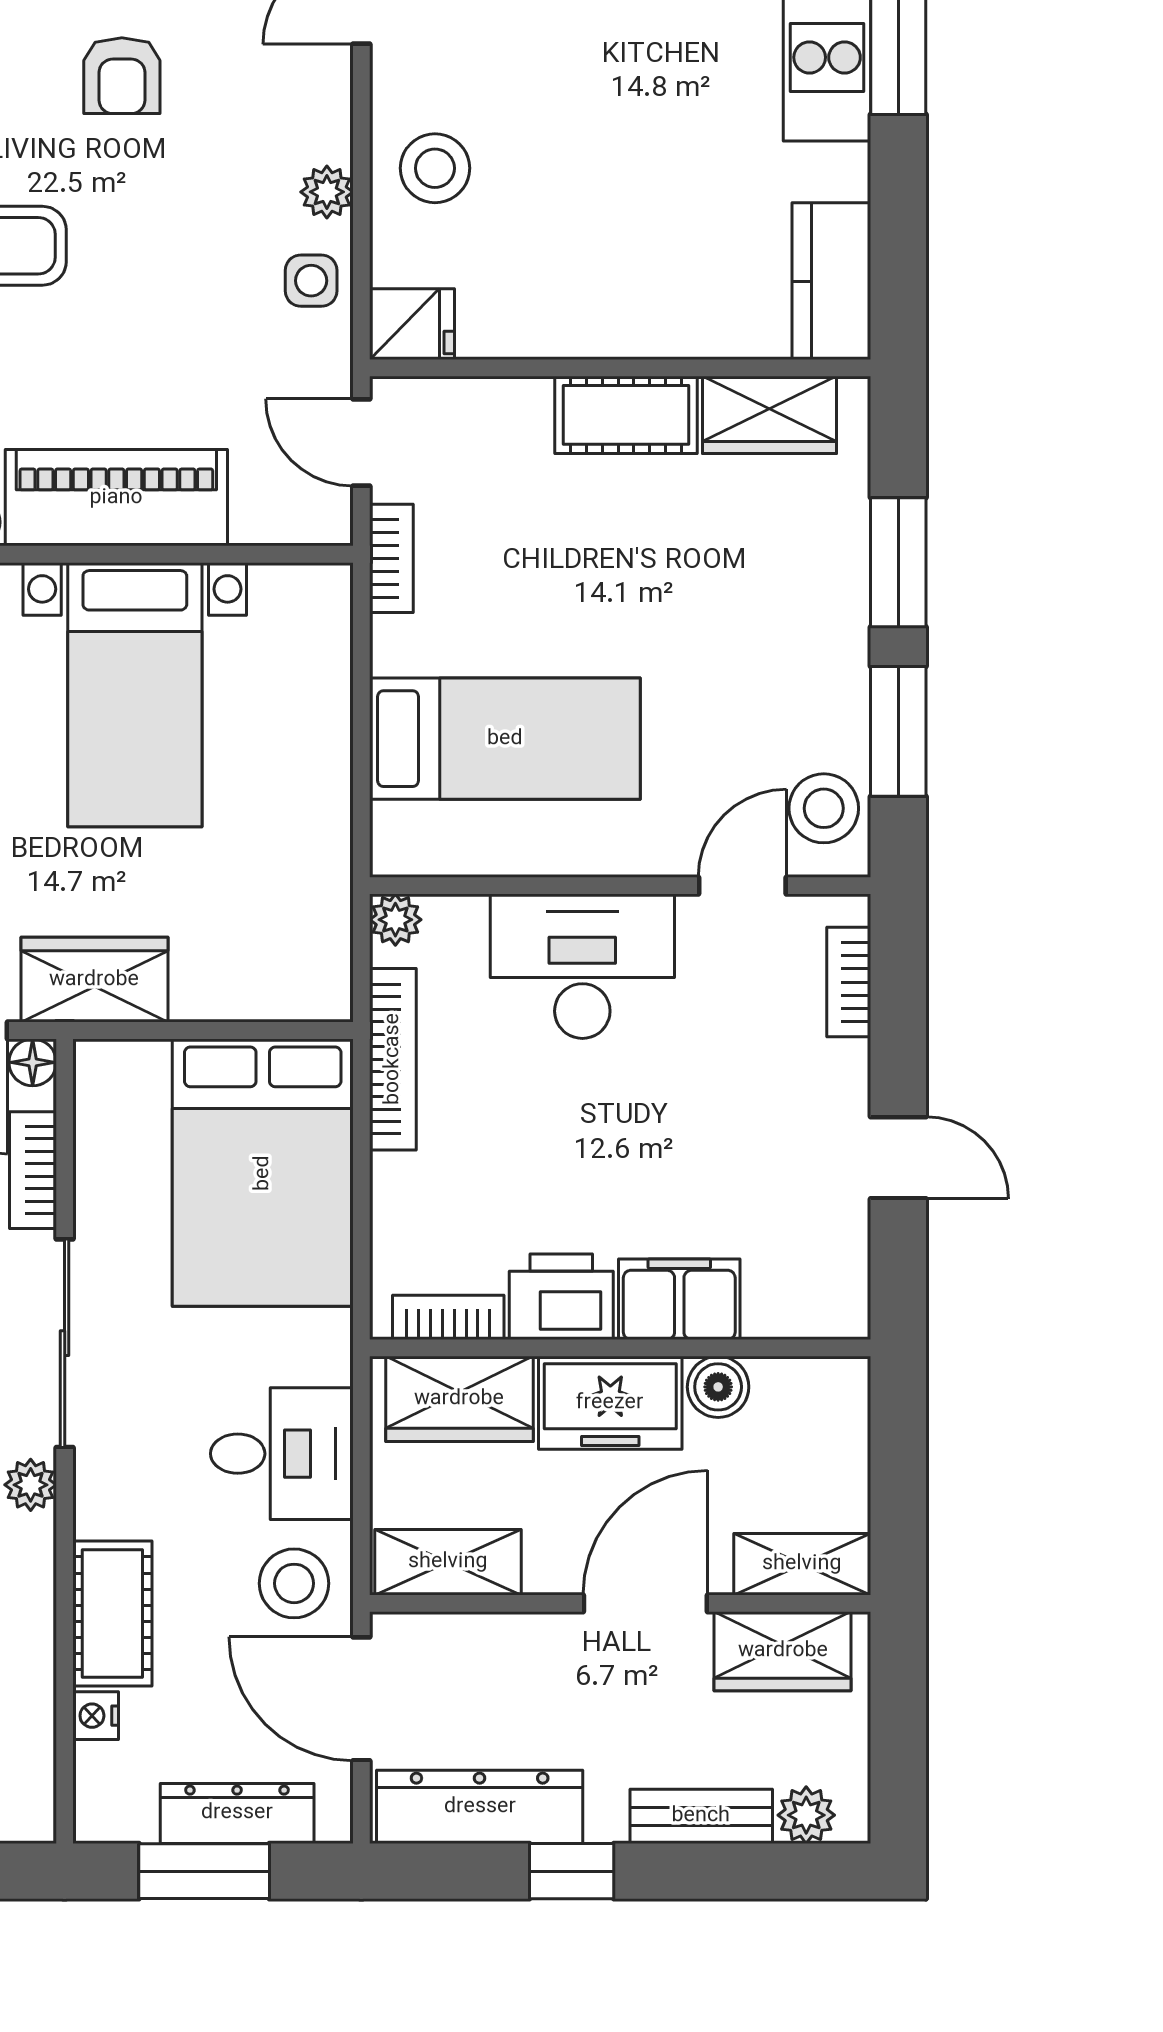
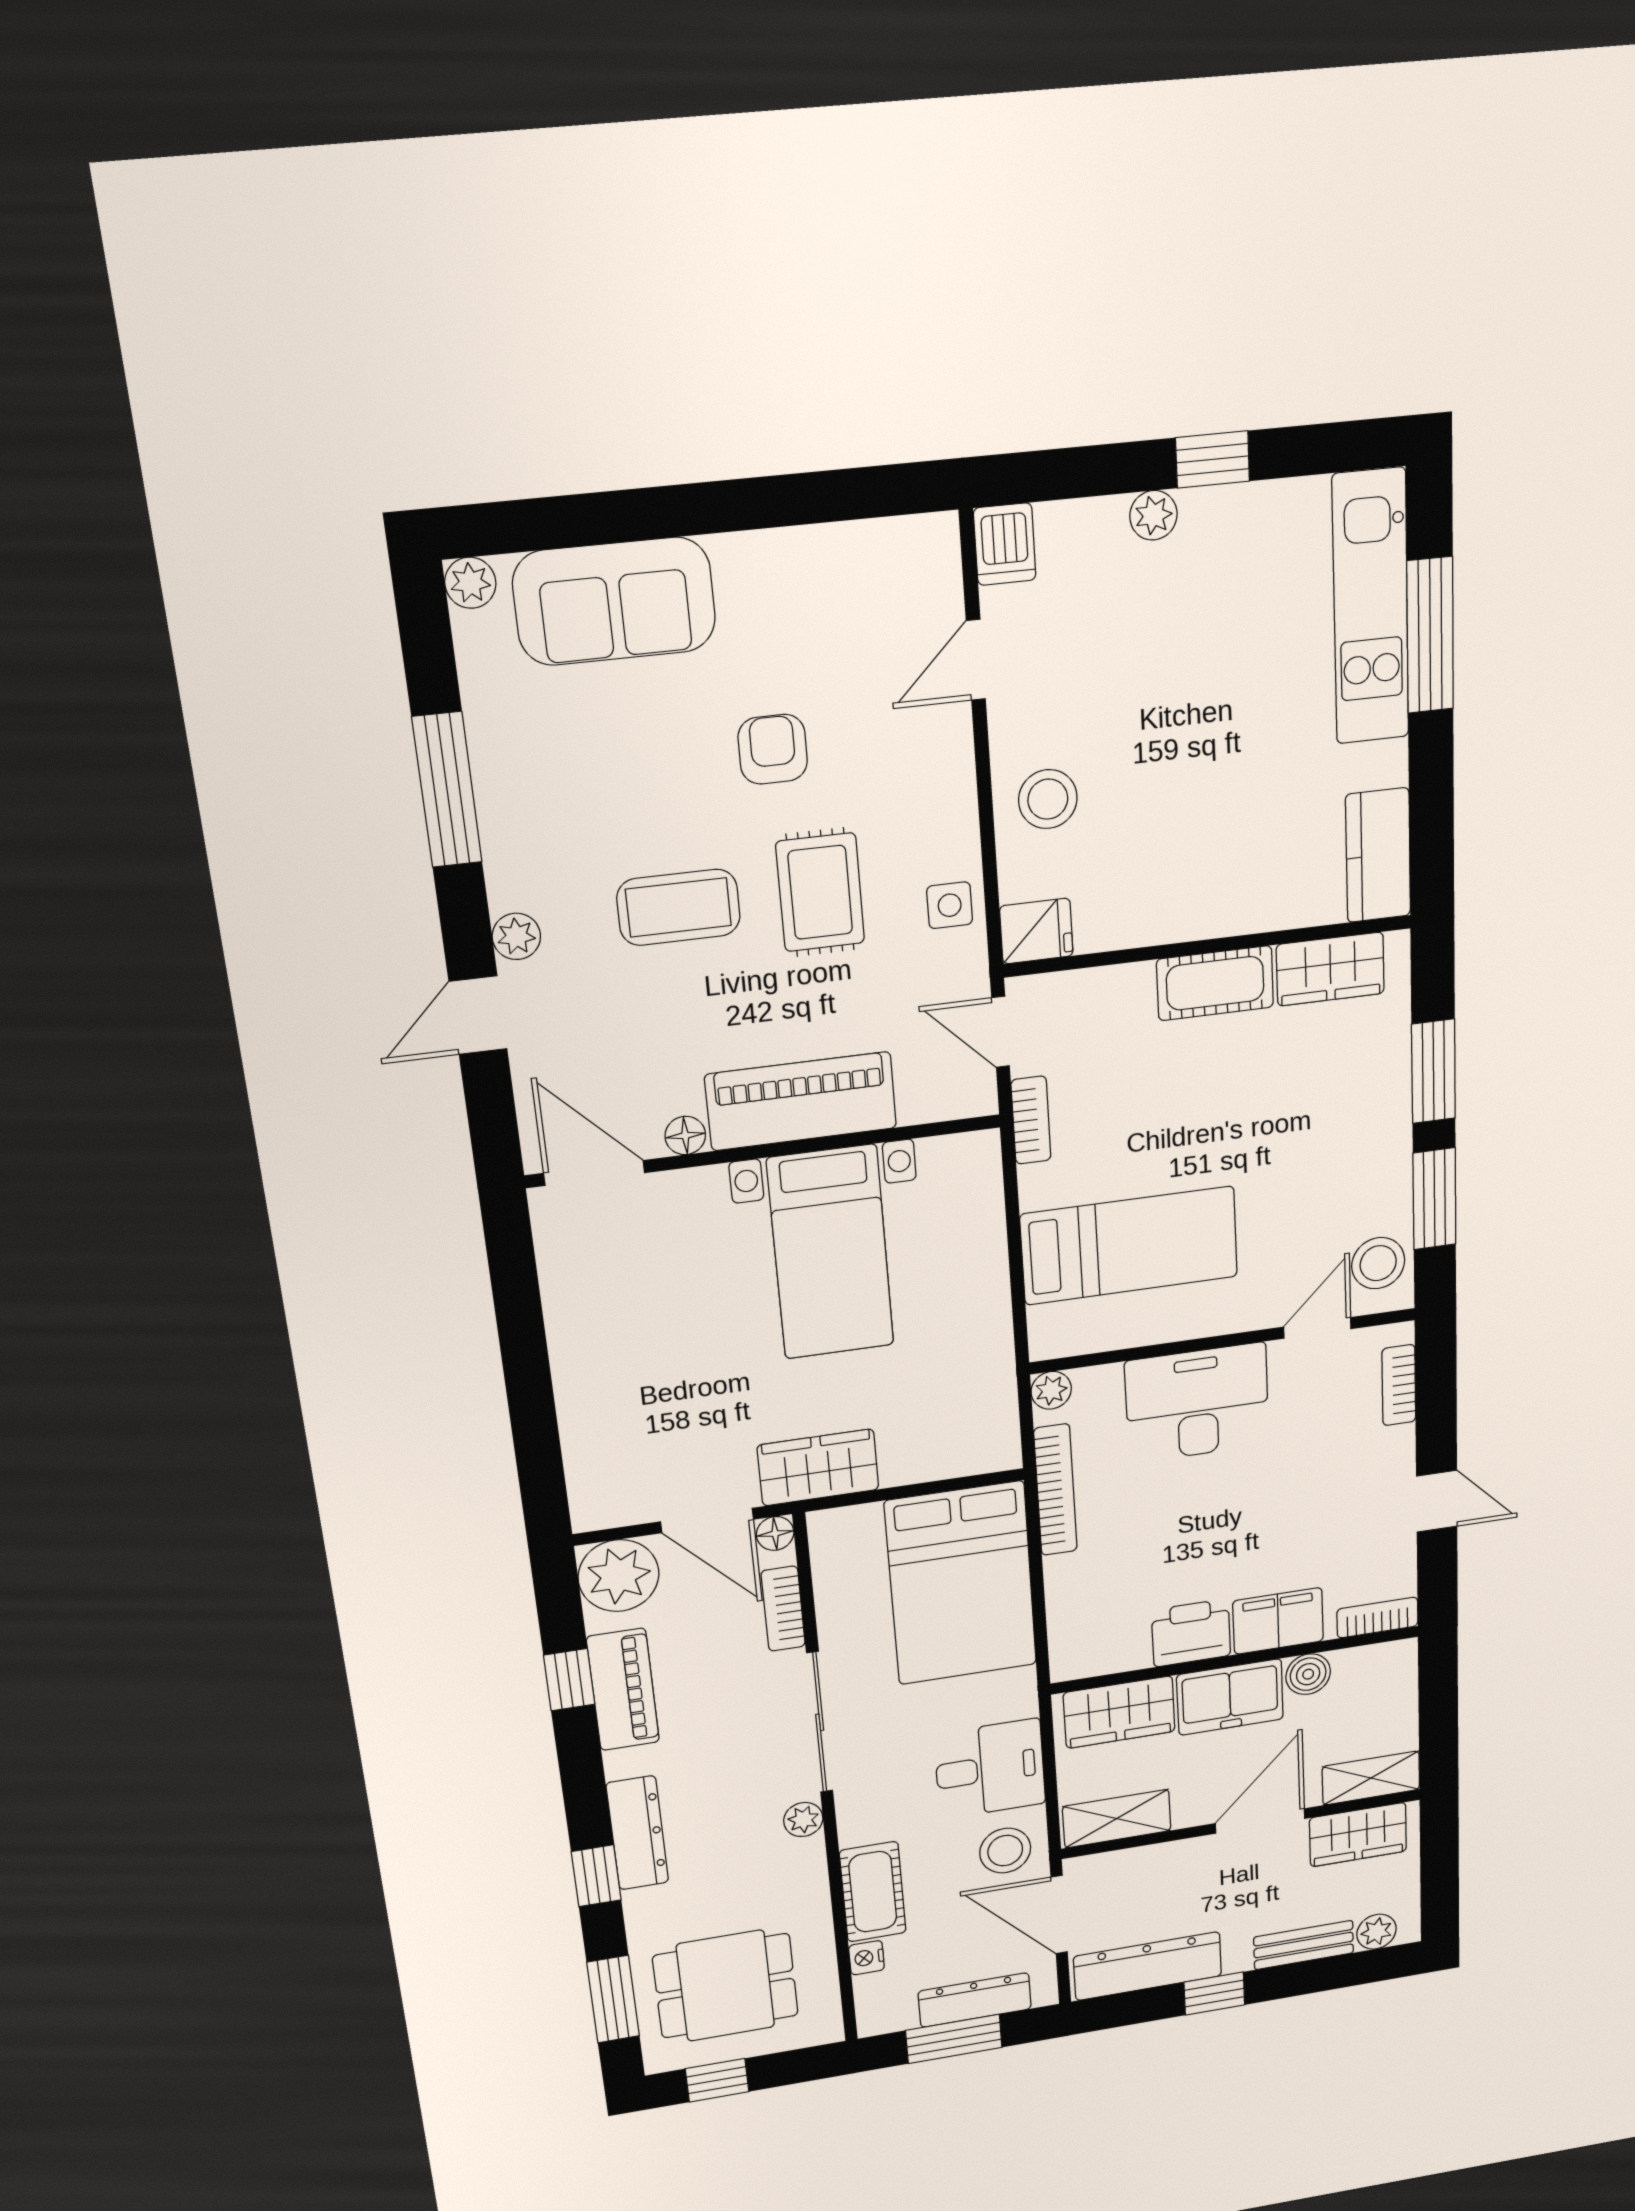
armchair: (122, 76) -> (773, 749), turned 180
plant: (327, 192) -> (958, 830), removed
rug: (161, 247) -> (820, 892), added
bookcase: (448, 1317) -> (1377, 1618), moved

